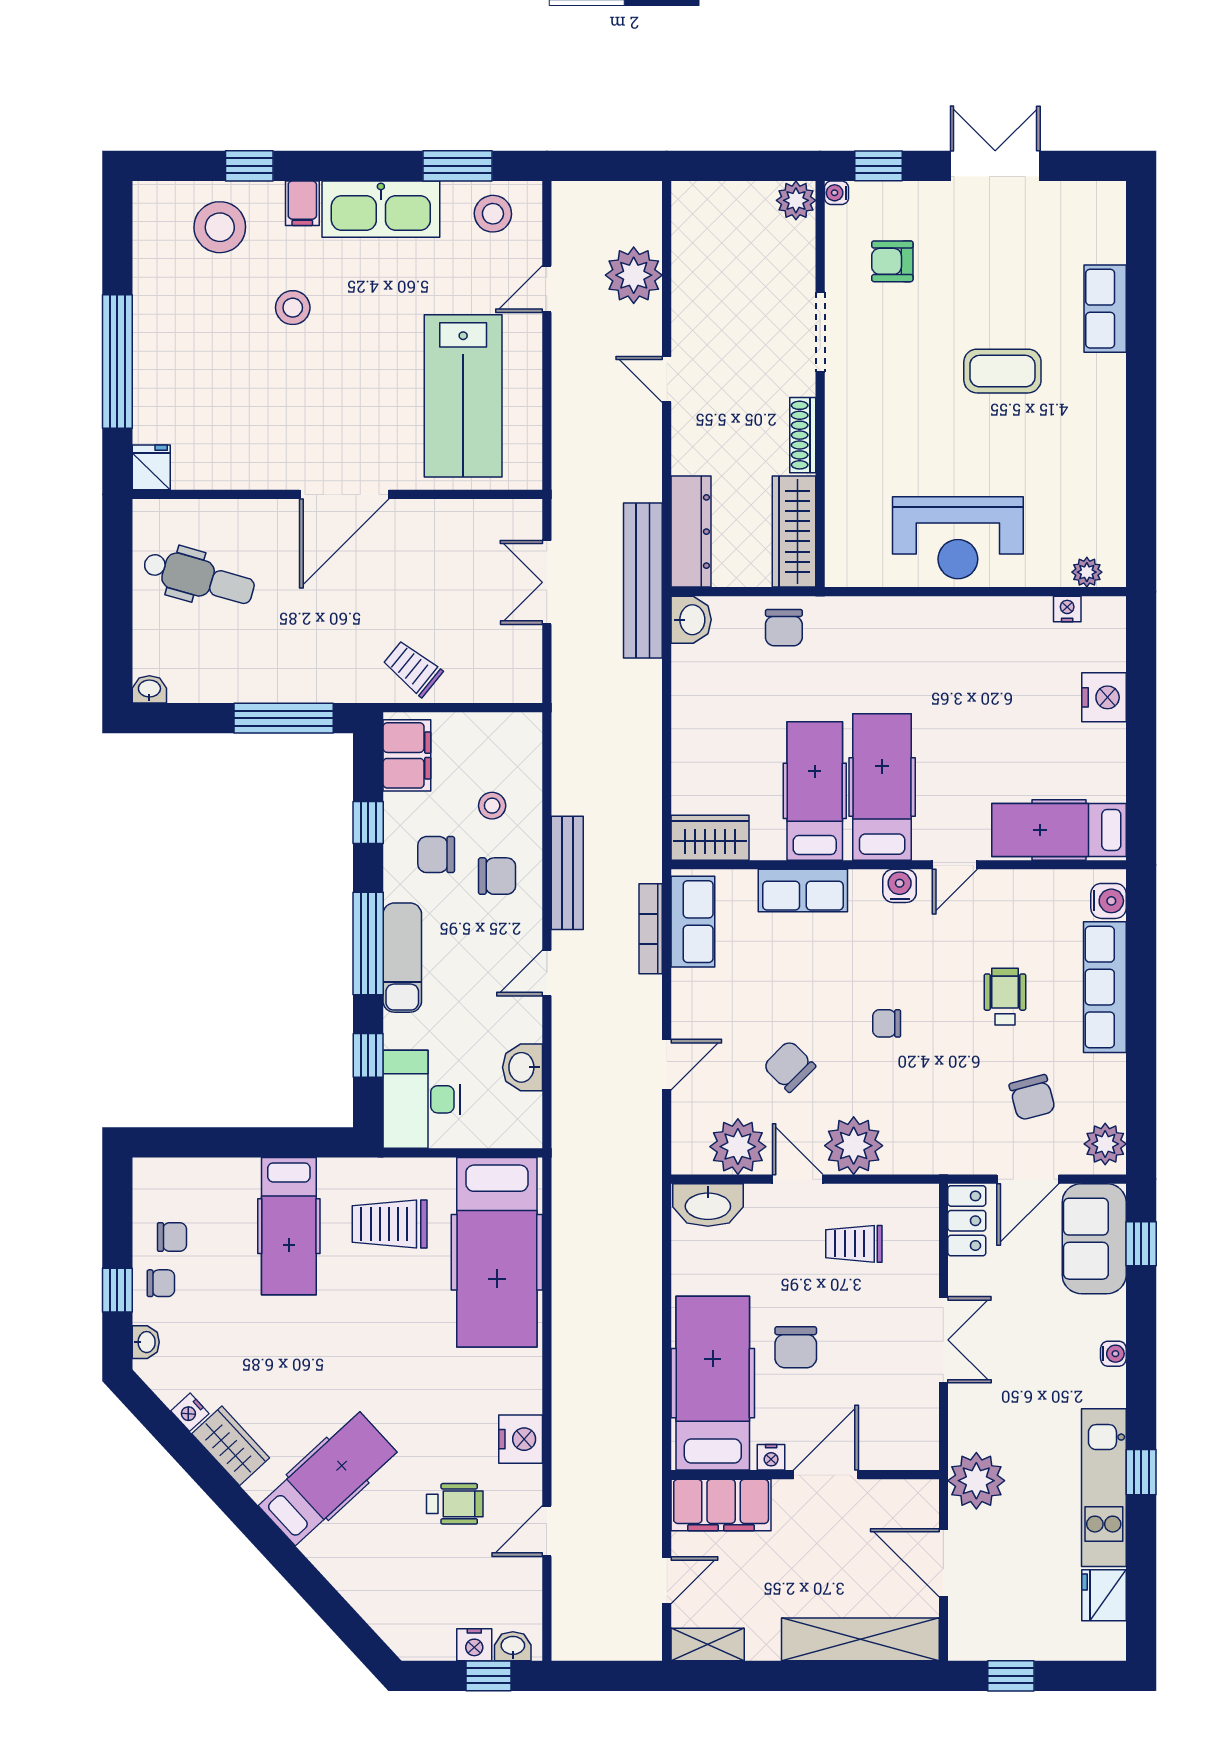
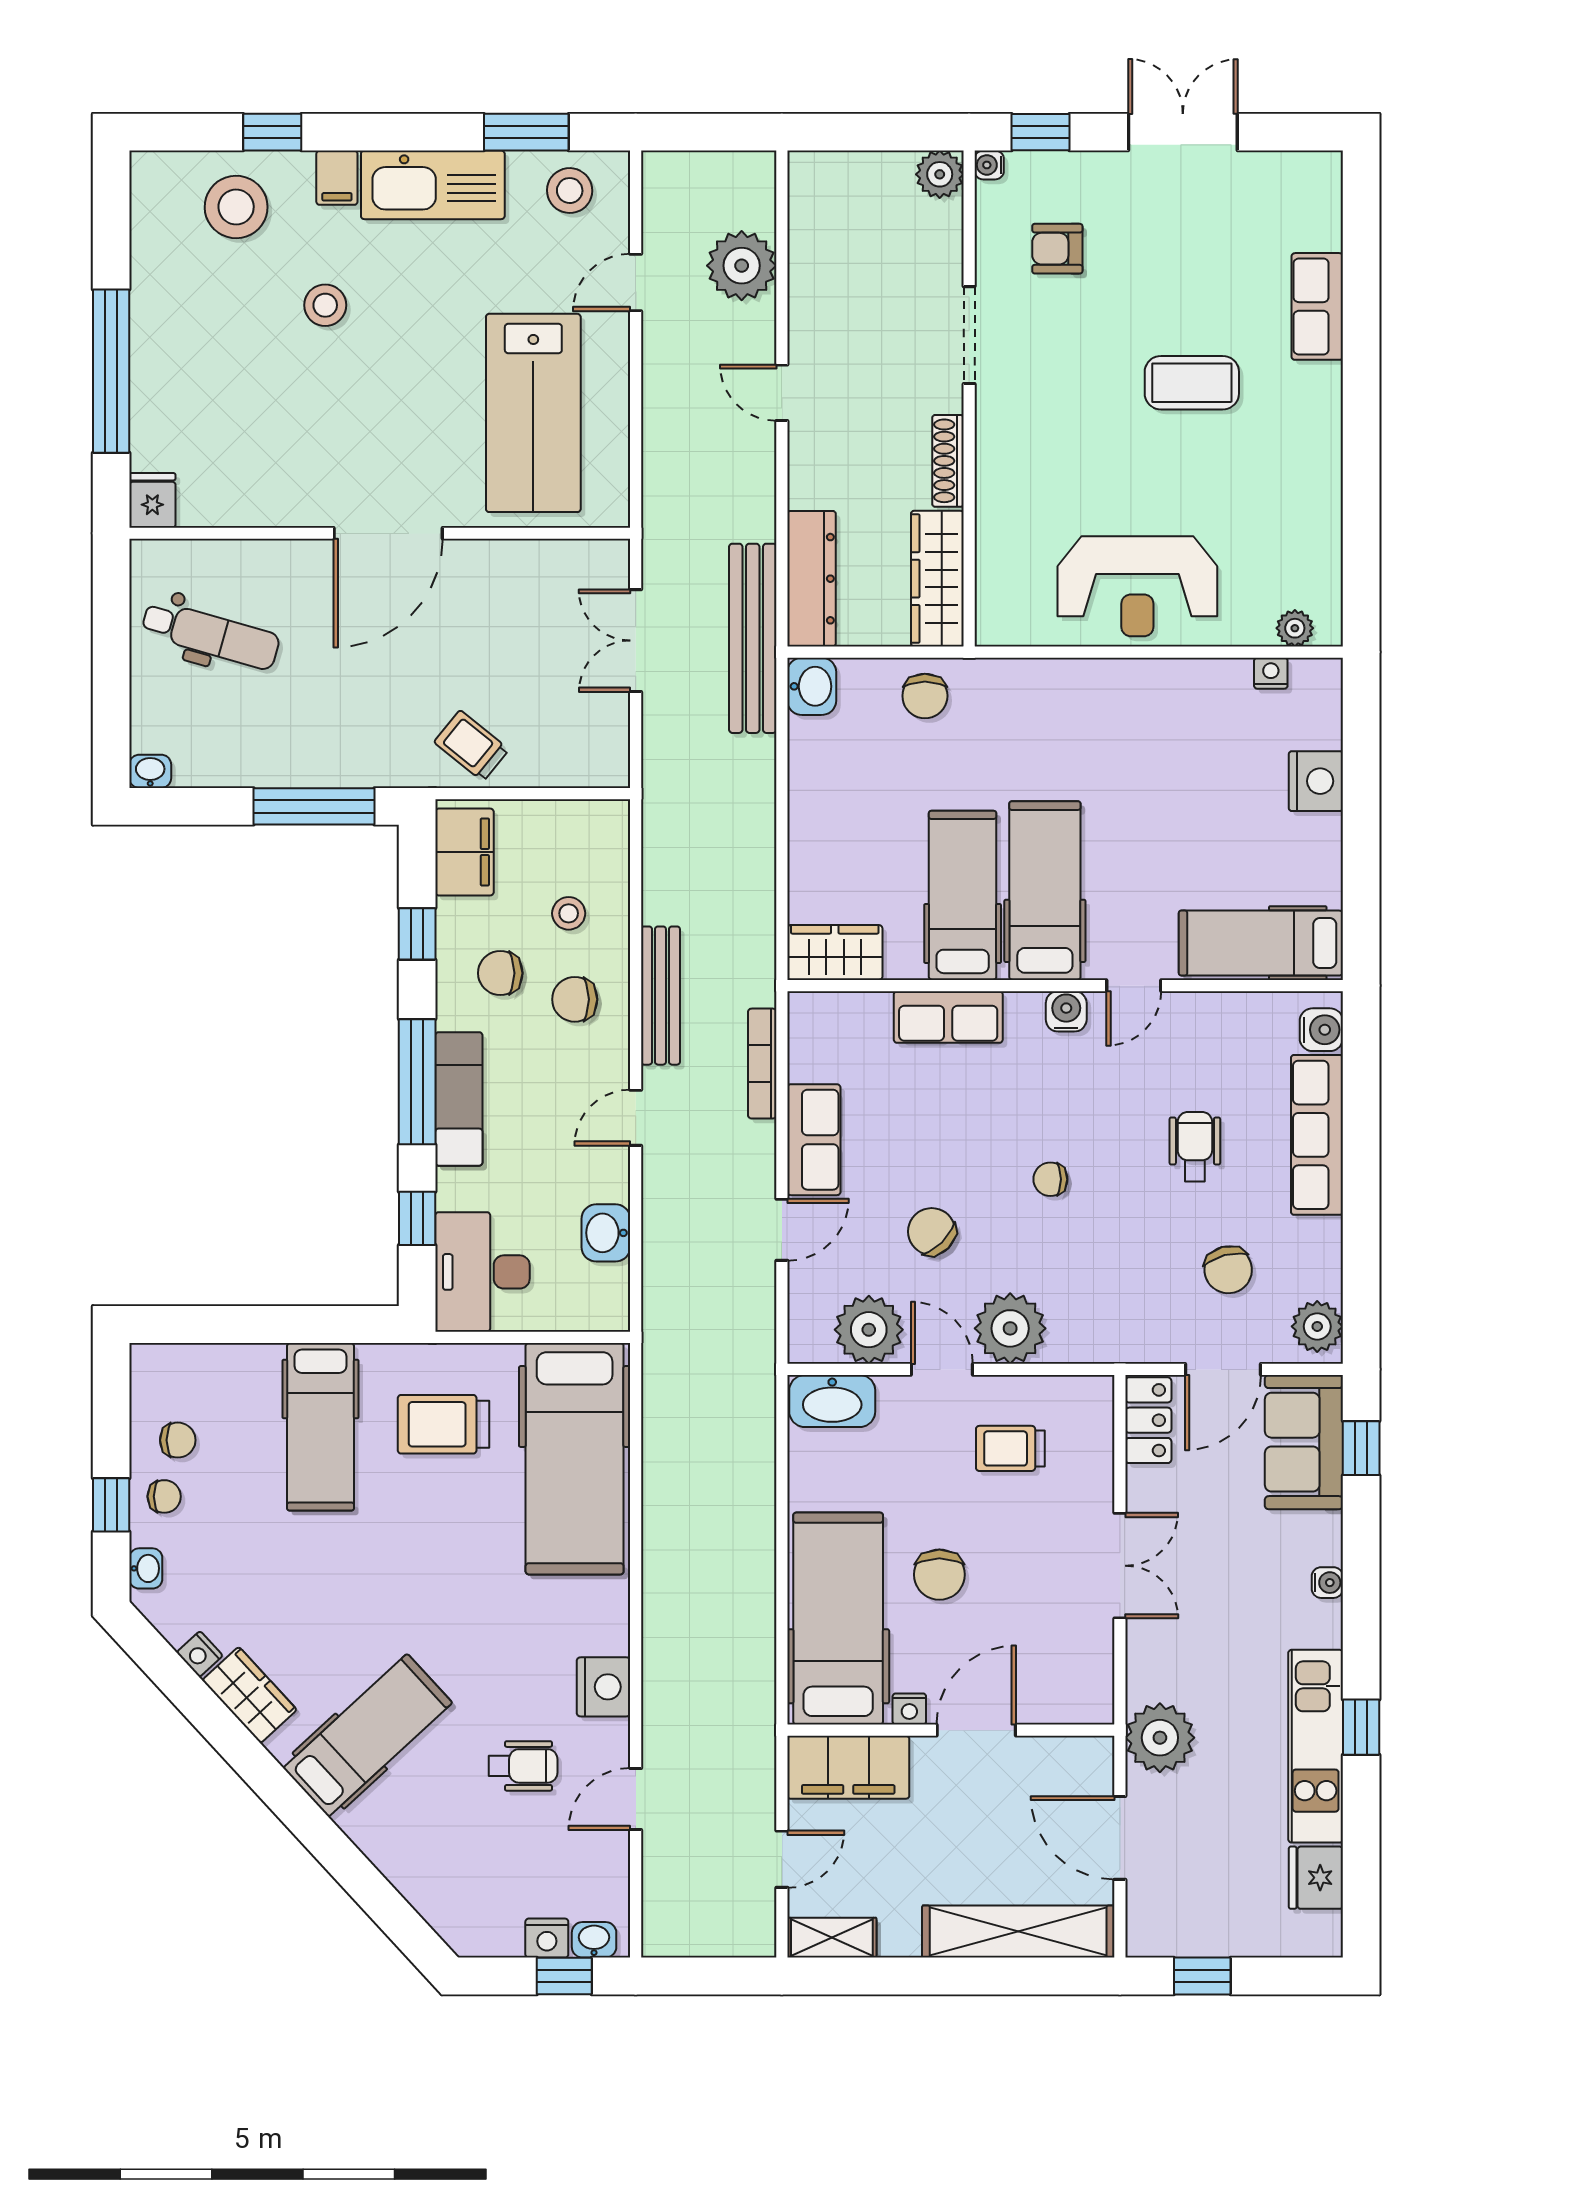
chair: (497, 876) -> (575, 999), turned 180
row of seats: (693, 922) -> (814, 1140), moved

